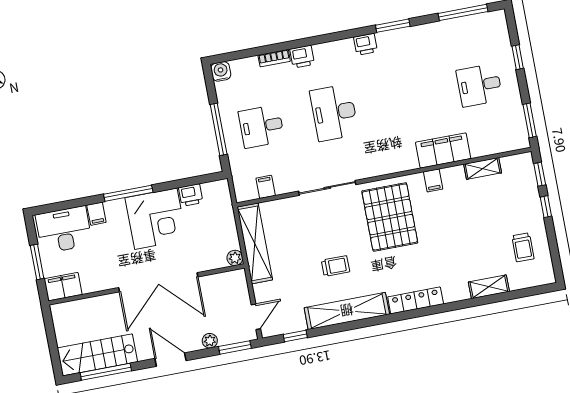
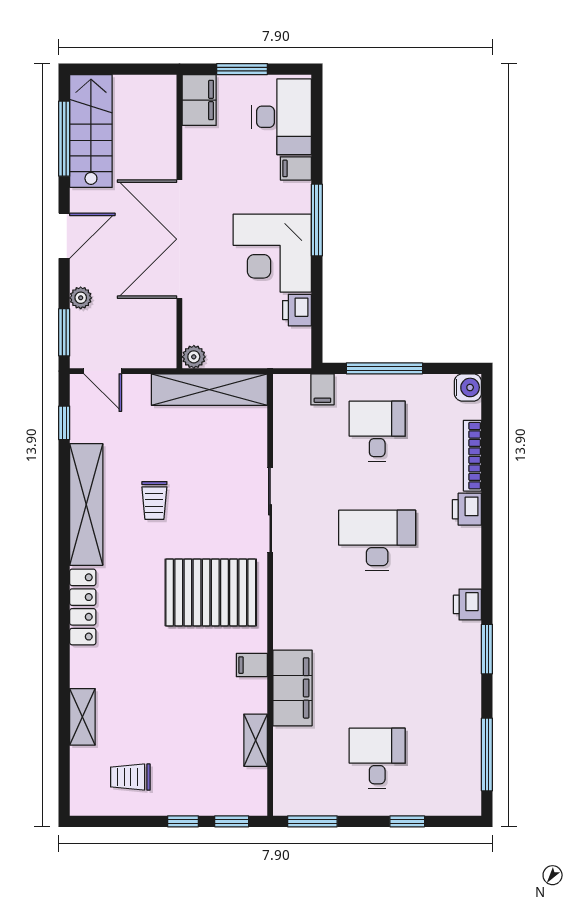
bookcase: (274, 58) -> (472, 456), width x1.56
filing cabinet: (266, 187) -> (322, 389), moved, turned 90

